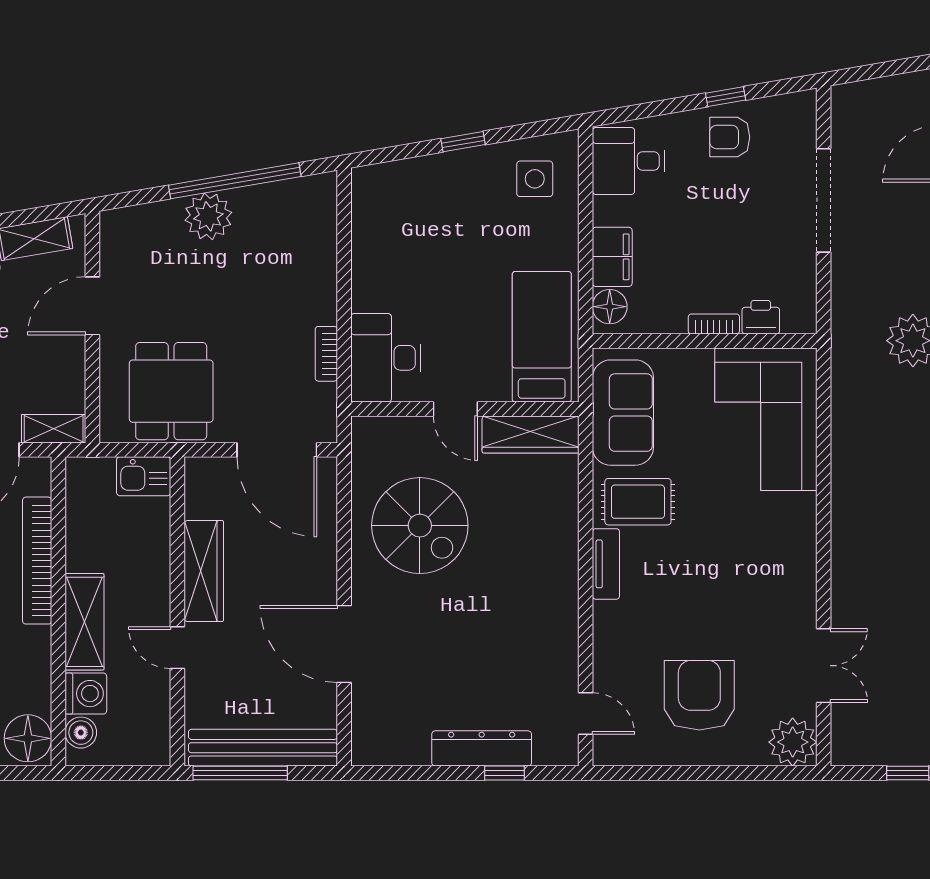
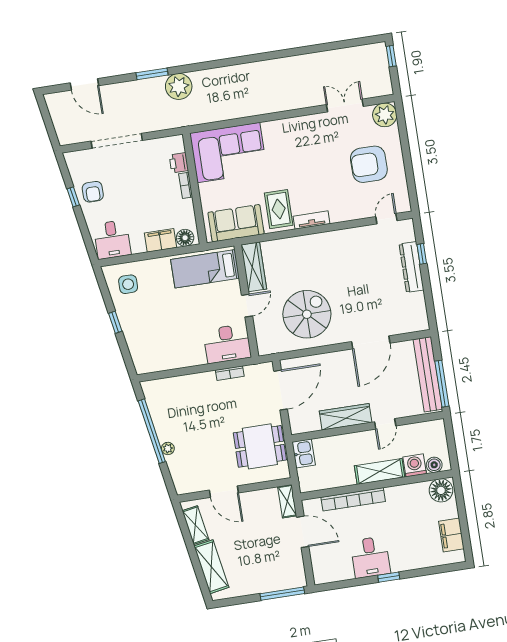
plant: (208, 216) -> (168, 448), width x0.53, depth x0.53

